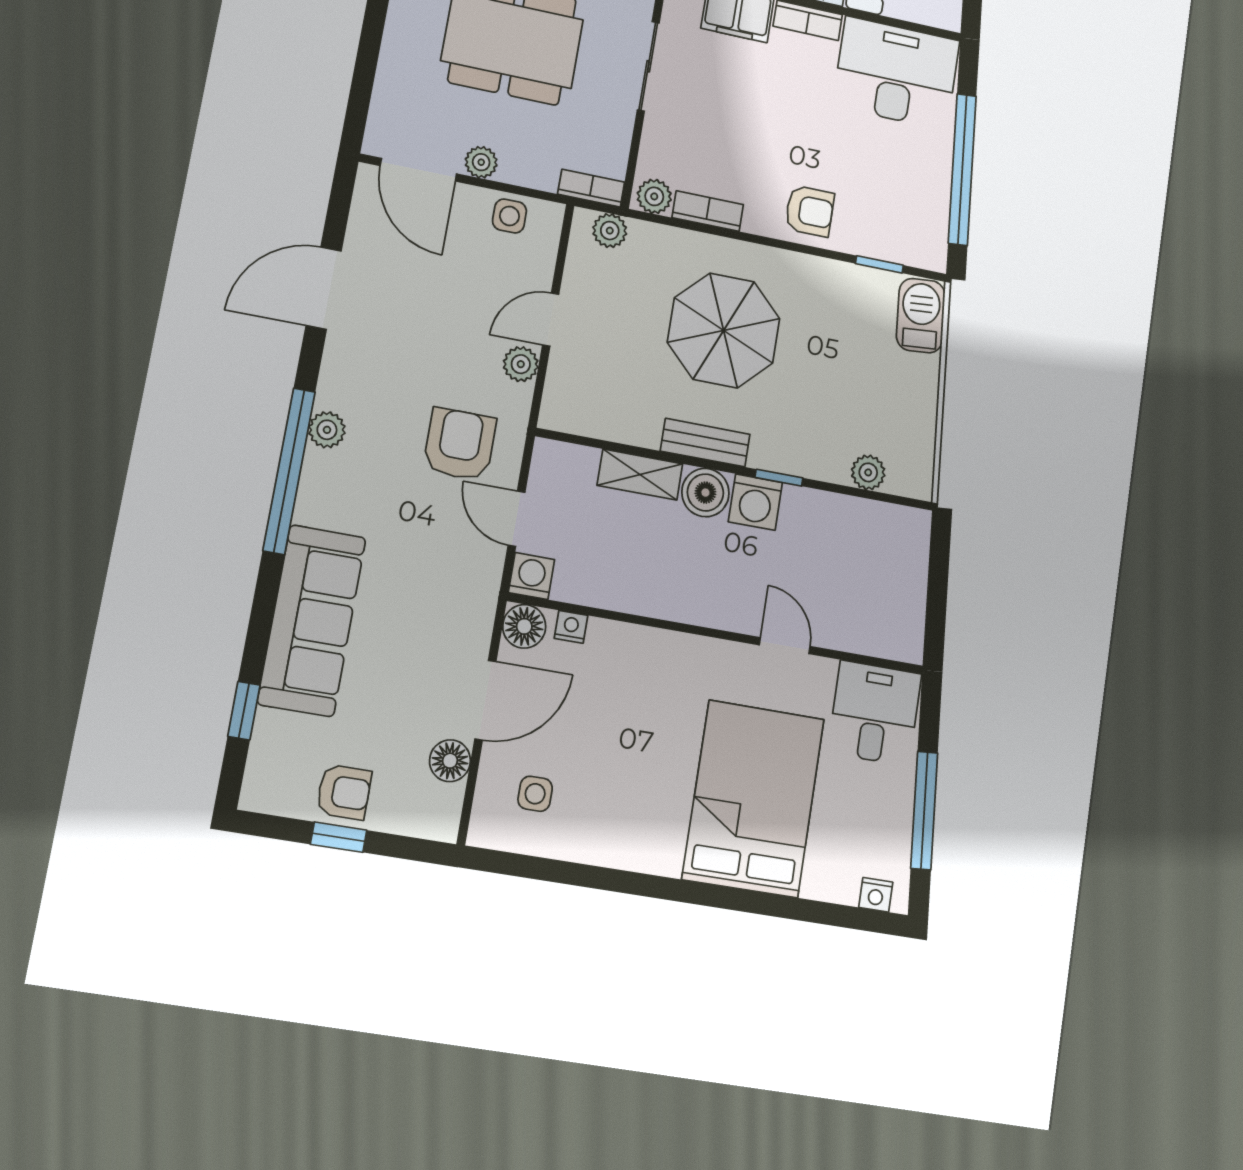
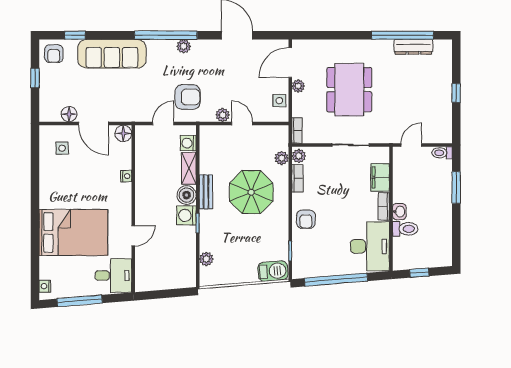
plant: (610, 231) -> (282, 158), moved
washing machine: (531, 576) -> (188, 143), moved, turned 180
nightstand: (571, 627) -> (126, 176), moved
armchair: (344, 792) -> (54, 54), moved

